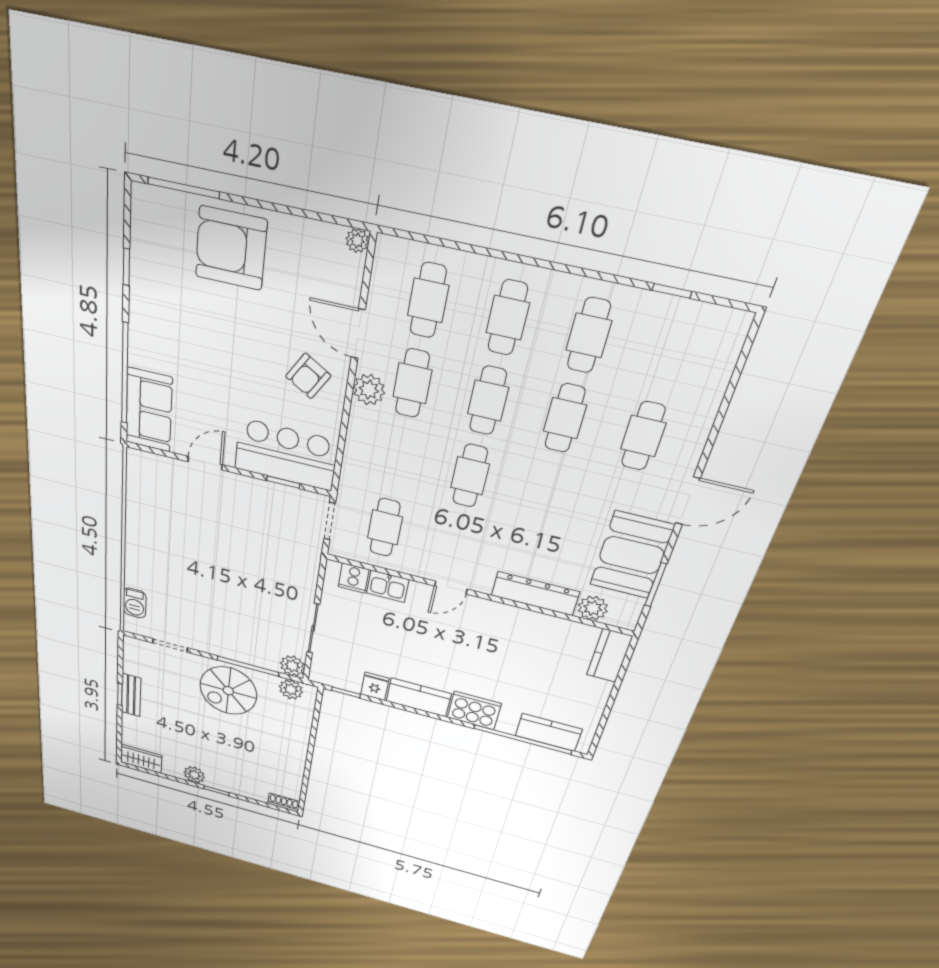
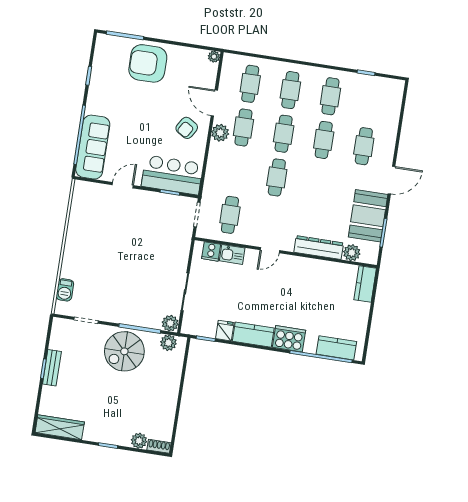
sofa: (149, 410) -> (93, 147), width x1.36
wardrobe: (141, 759) -> (60, 427), width x1.50
plant: (194, 775) -> (139, 441), moved

